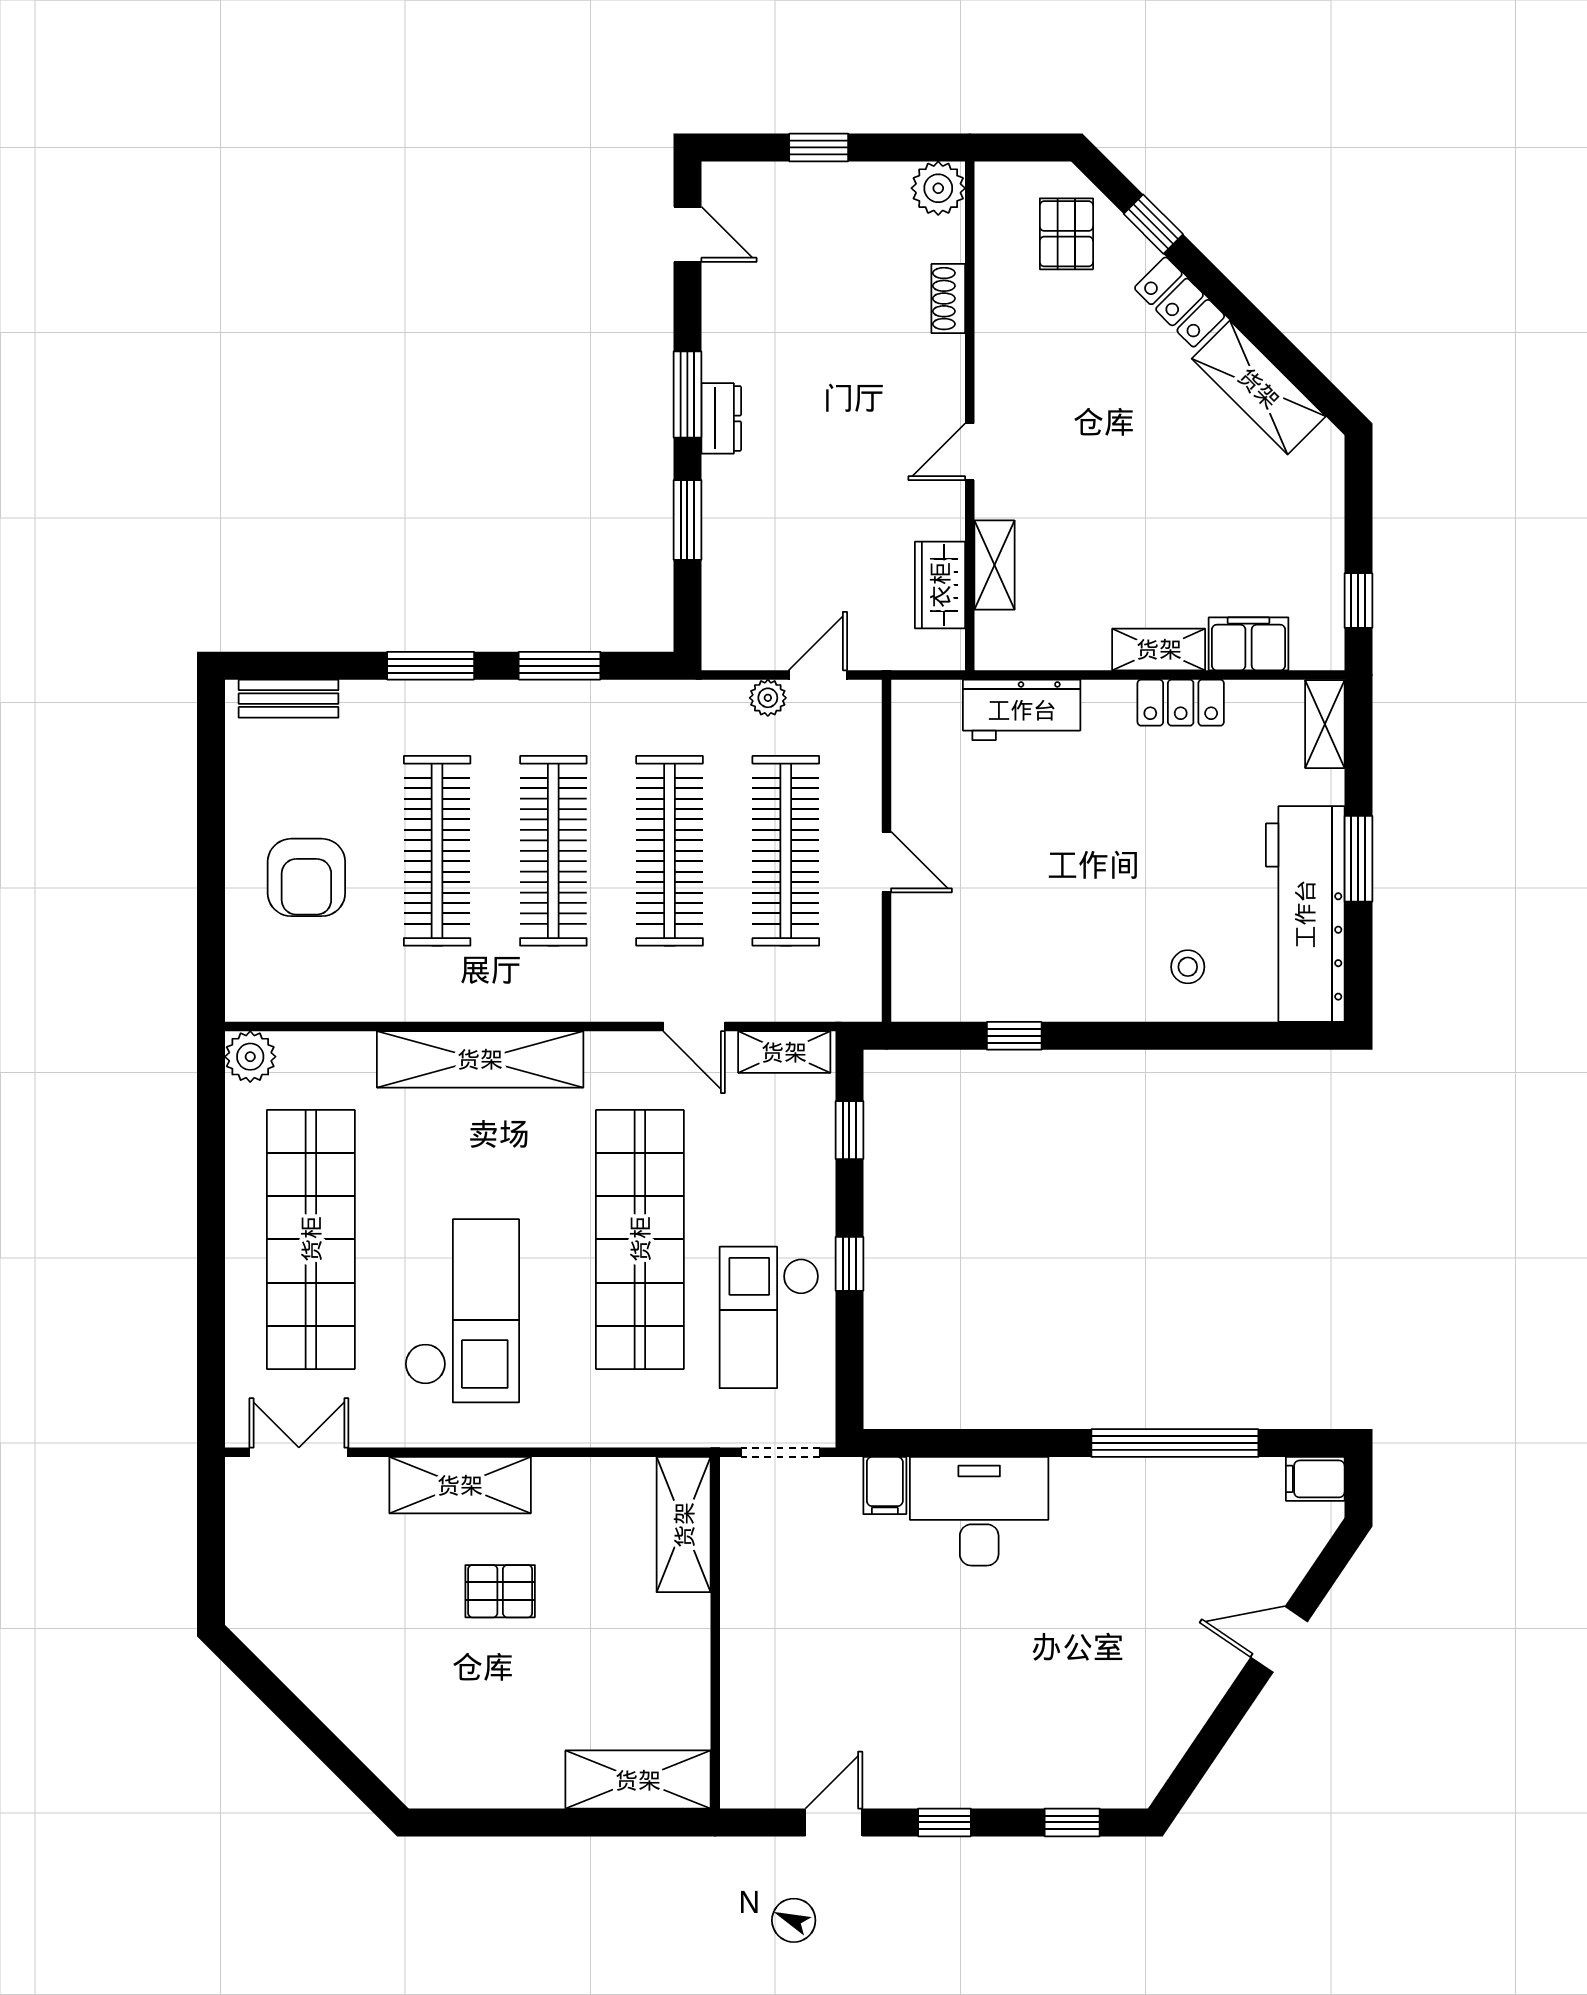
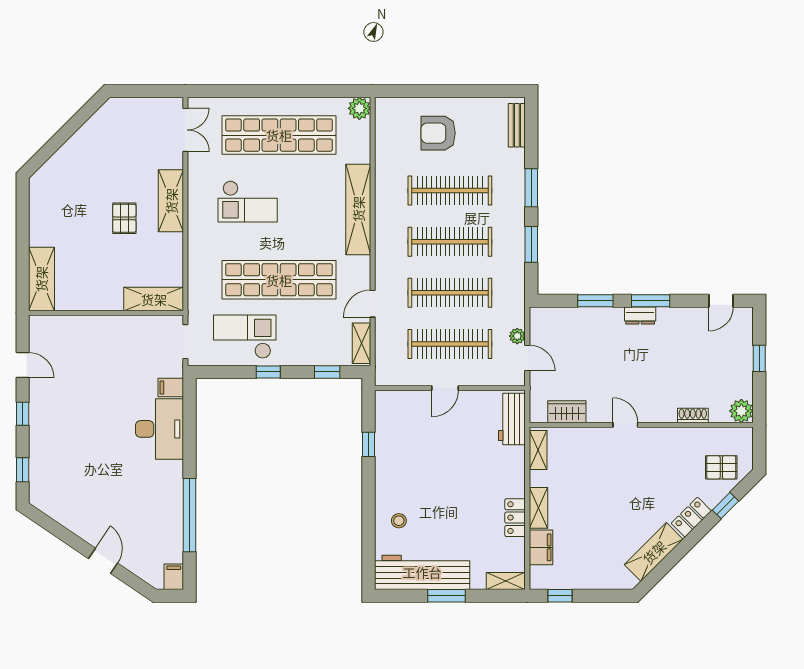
shelving: (994, 565) -> (538, 450), moved, turned 90
workbench: (1022, 710) -> (512, 419), moved
checkout: (462, 1311) -> (248, 201), width x0.73, depth x0.83

